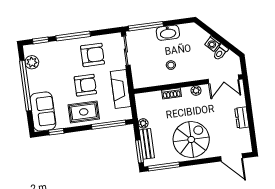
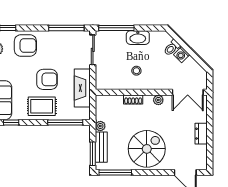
window: (73, 36) -> (66, 28), moved
toilet: (220, 52) -> (172, 48), moved
armchair: (93, 55) -> (25, 45), moved

